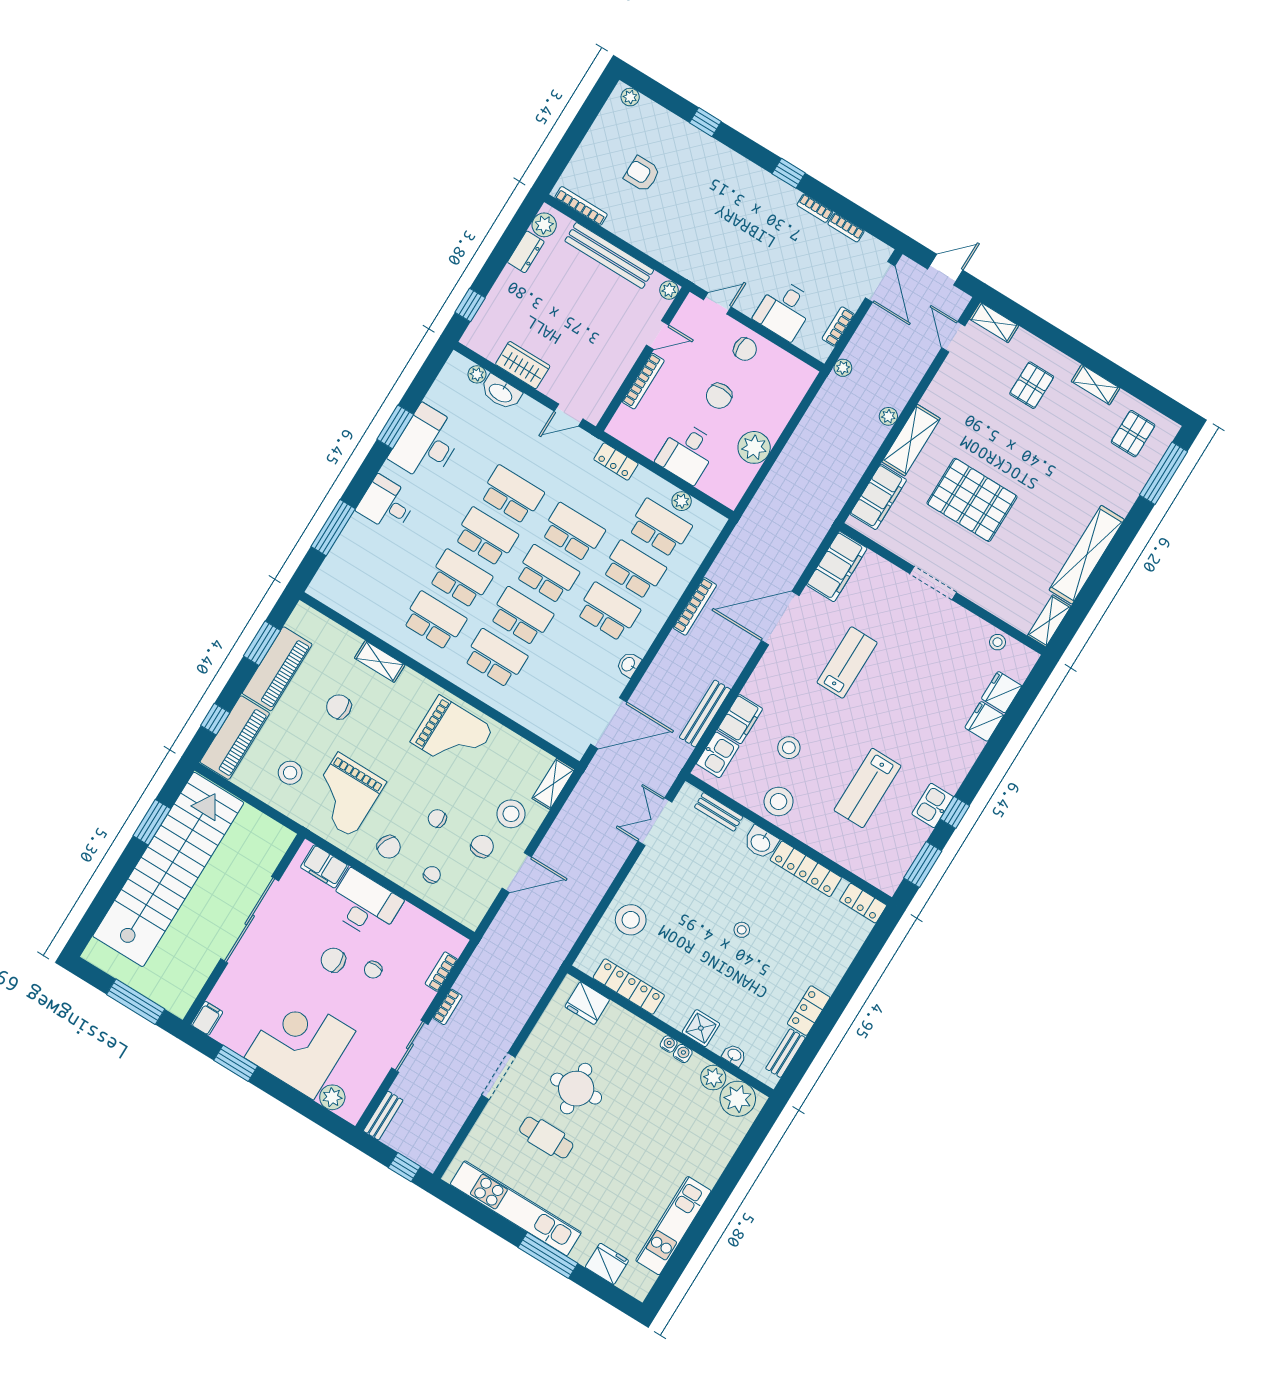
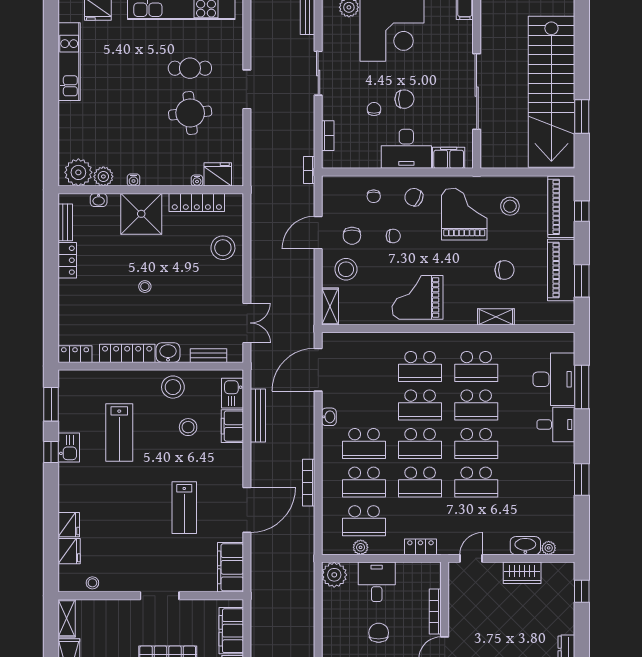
desk: (427, 444) -> (554, 379), moved
plant: (754, 447) -> (334, 575), moved
lab bench: (867, 788) -> (119, 432), turned 180
bookcase: (448, 1007) -> (309, 170), moved
shower: (701, 1028) -> (141, 214), width x1.86, depth x1.86
water cooler: (669, 1044) -> (197, 181), moved

